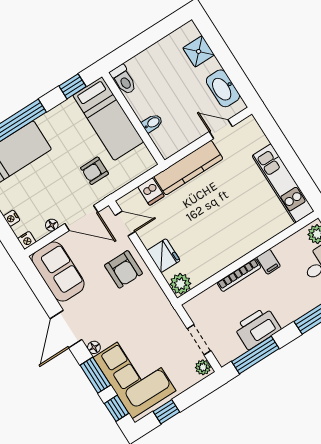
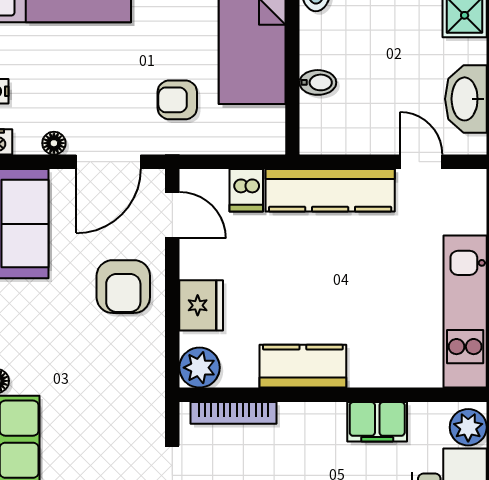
door: (81, 218) -> (108, 162), hinge flipped
kitchen counter: (226, 254) -> (303, 366), added
filing cabinet: (268, 262) -> (377, 422), width x2.00
bookcase: (239, 275) -> (233, 413), moved

